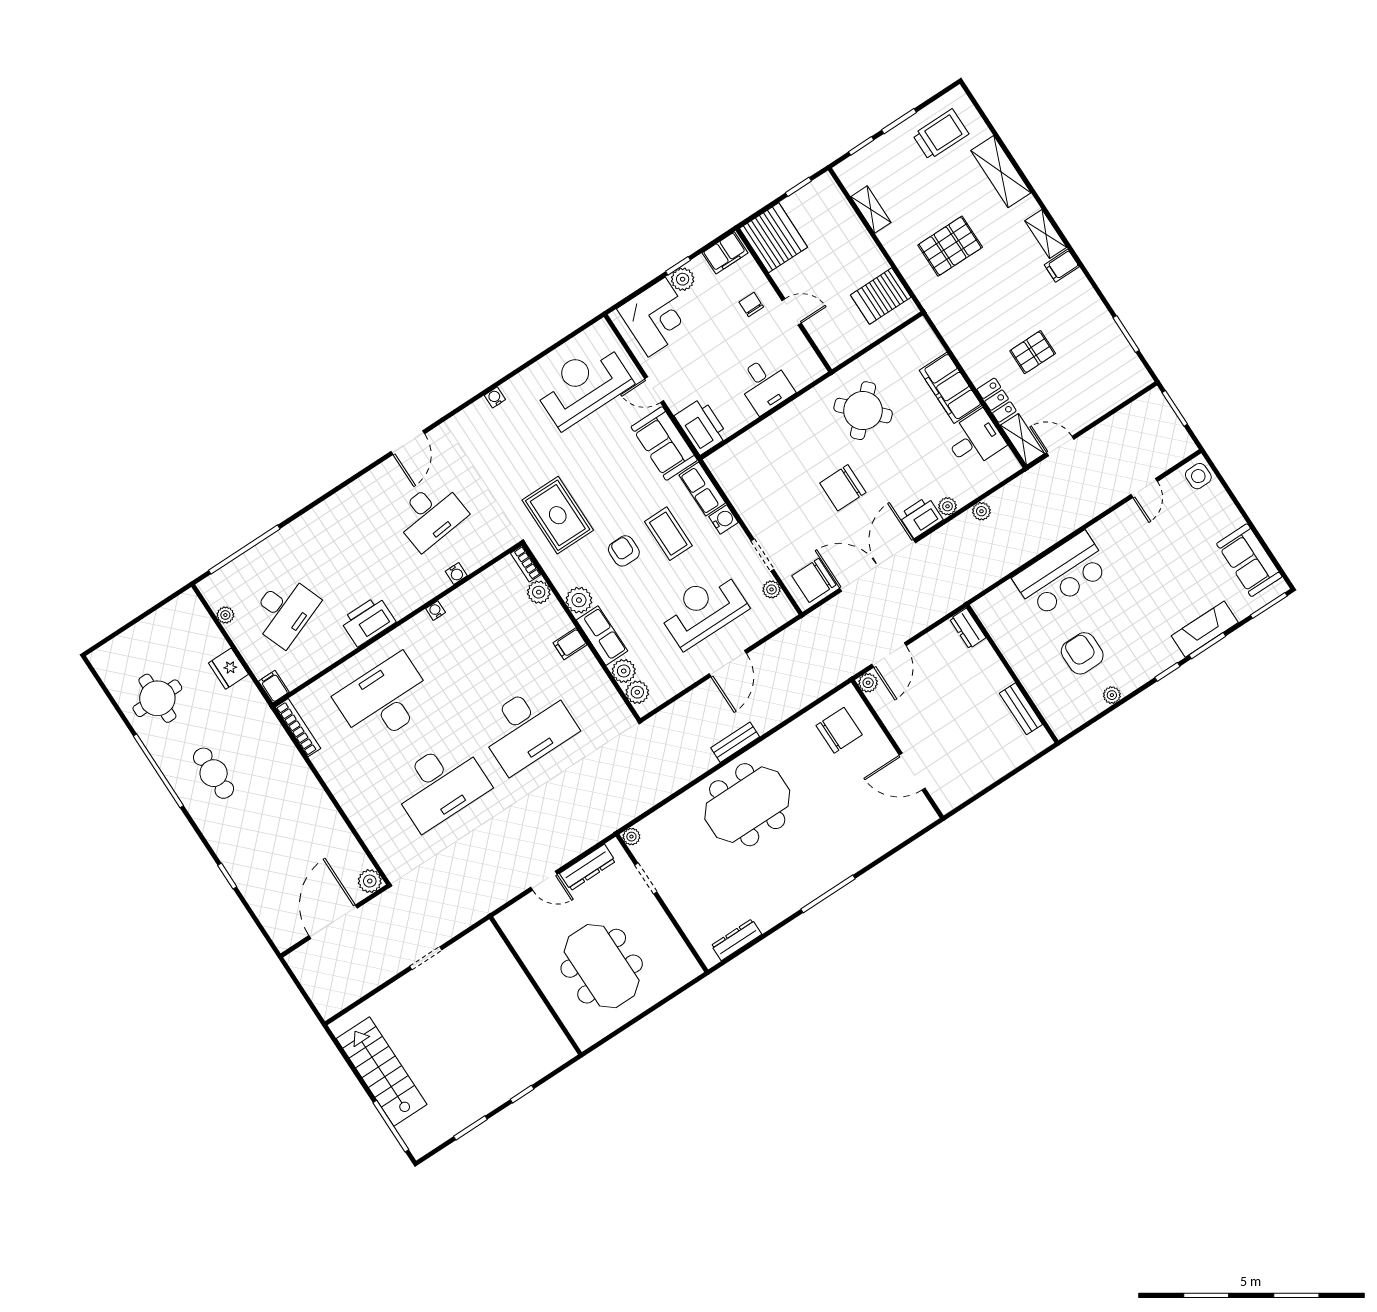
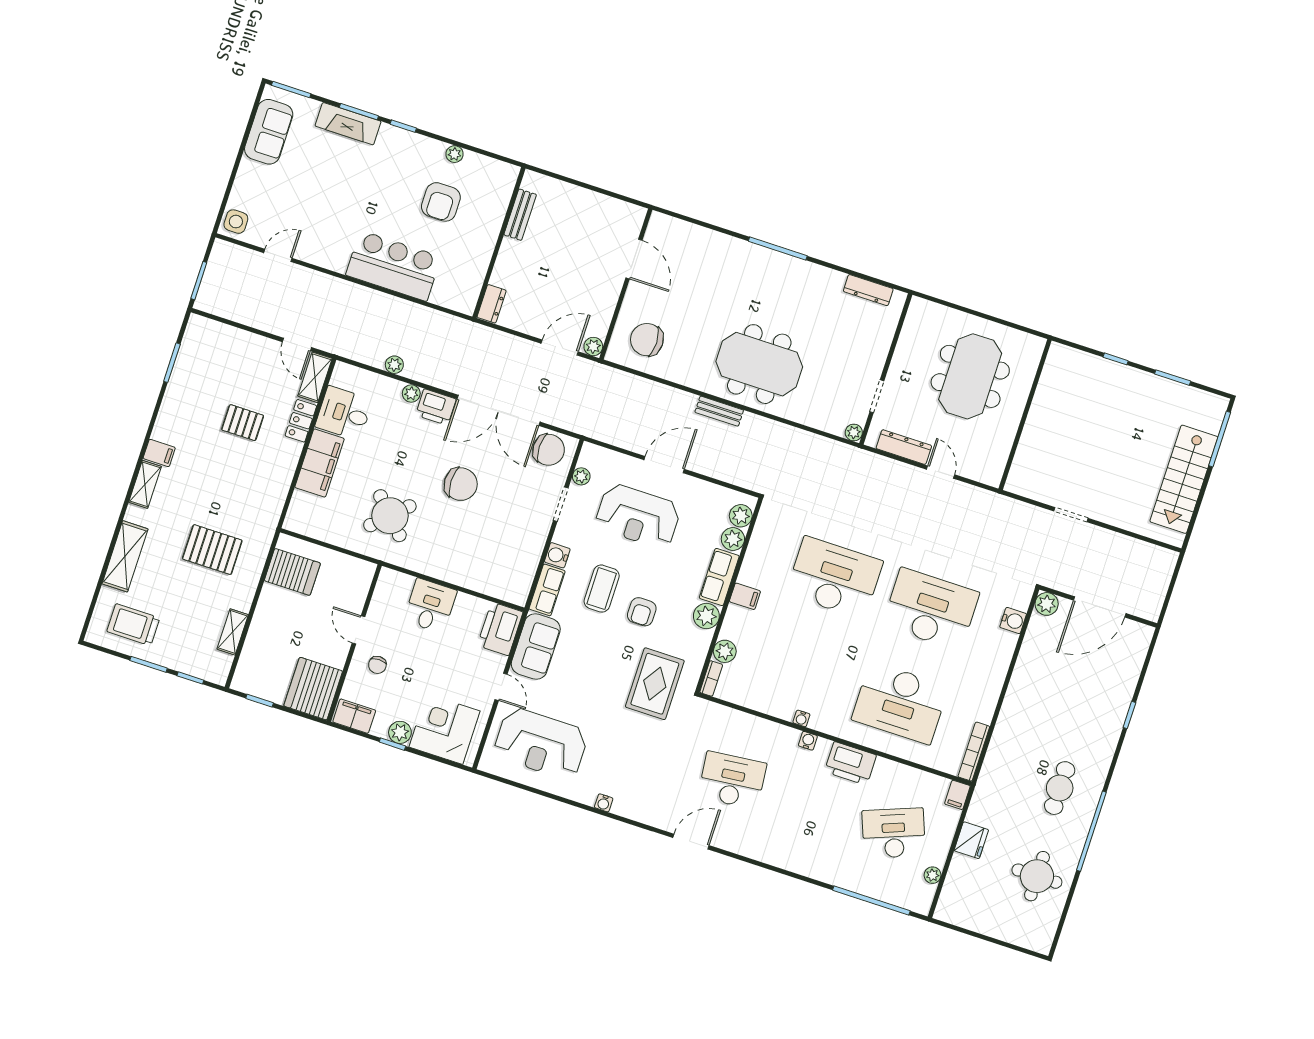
water cooler: (456, 573) -> (808, 741), moved
water cooler: (378, 844) -> (1013, 621), added

